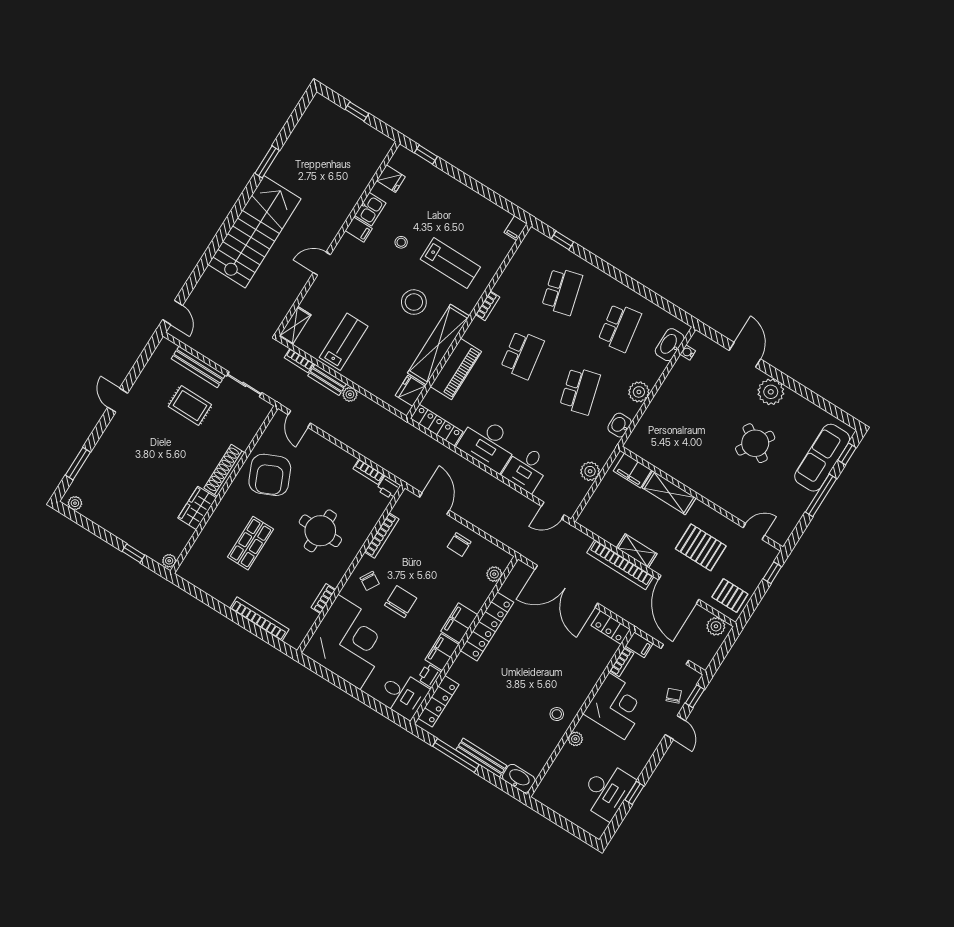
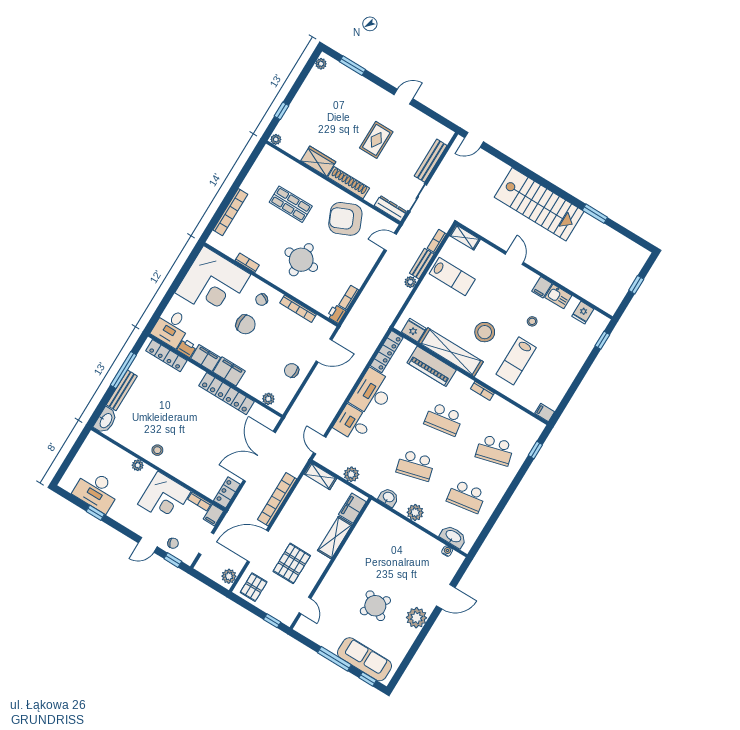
rug: (190, 406) -> (376, 140), moved
dresser: (258, 418) -> (390, 209), added
shelving: (637, 551) -> (320, 476), moved, turned 90

